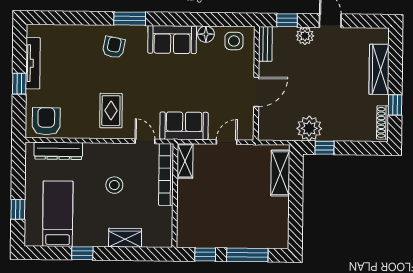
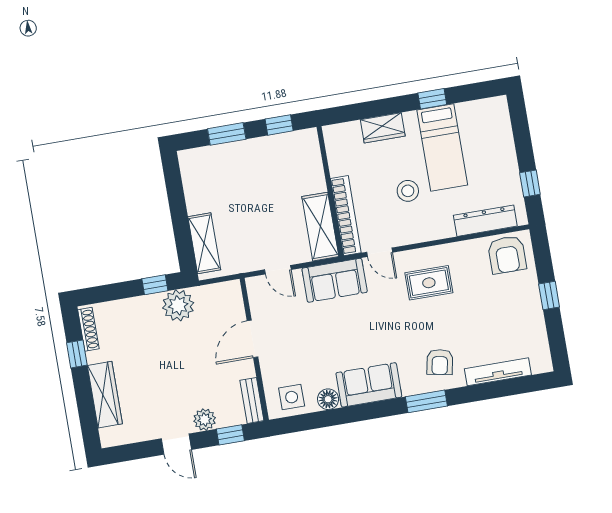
tv unit: (33, 63) -> (498, 372), moved, turned 90
rug: (111, 111) -> (429, 283), turned 90
door: (227, 142) -> (278, 270), hinge flipped
shelving: (185, 161) -> (320, 227), width x1.50, depth x1.33
window: (18, 209) -> (530, 184), moved
bed: (58, 214) -> (442, 148), moved
window: (247, 255) -> (227, 134), width x0.69

